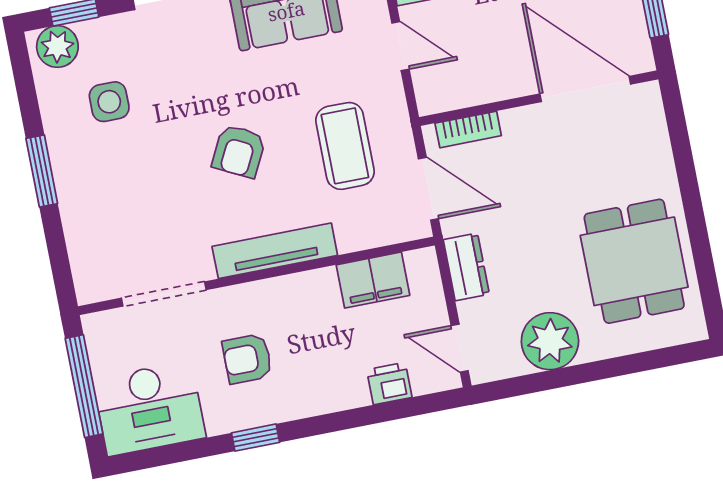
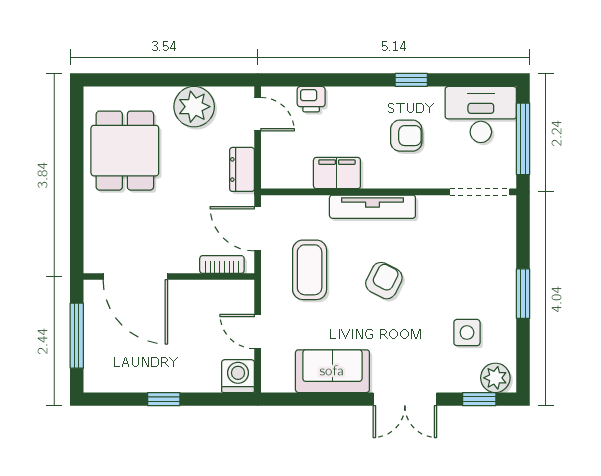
filing cabinet: (373, 280) -> (337, 173), moved
doorway: (164, 294) -> (480, 192), moved

